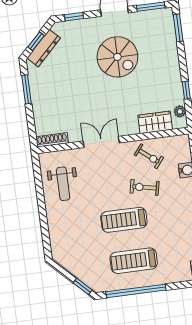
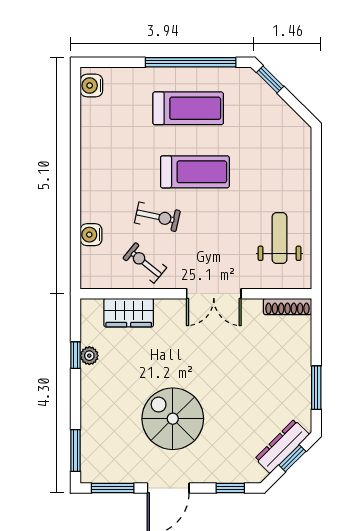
plant: (180, 111) -> (89, 356), moved

